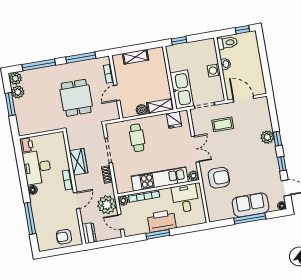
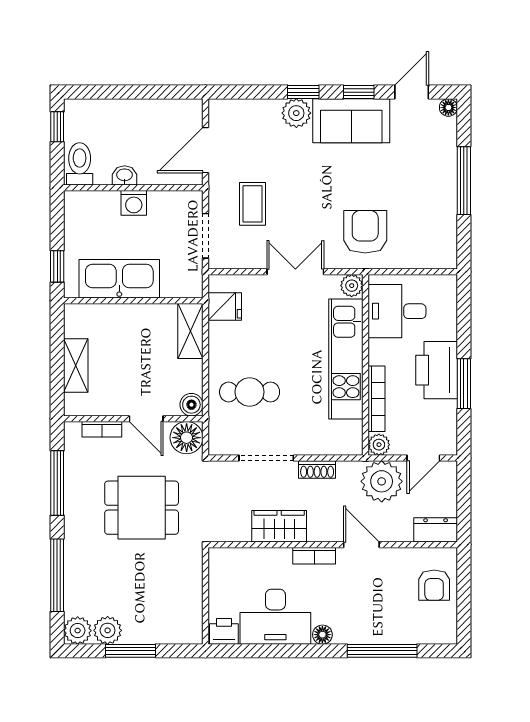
kitchen sink: (182, 89) -> (119, 279), moved
boiler: (142, 110) -> (191, 405), moved
floor lamp: (111, 113) -> (187, 438), added
sofa: (250, 205) -> (351, 121), moved, turned -90

